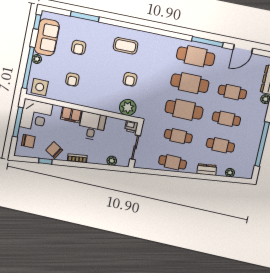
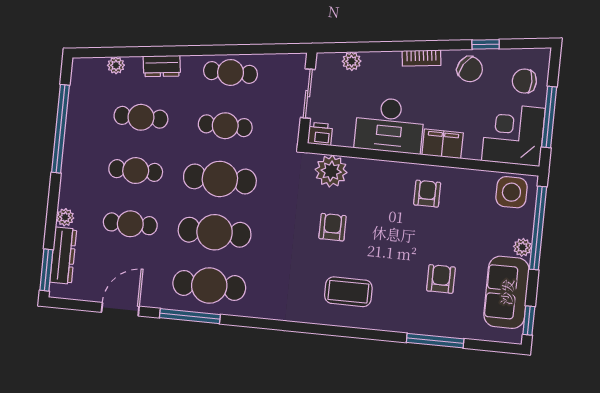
armchair: (72, 80) -> (427, 194), moved
desk: (92, 126) -> (389, 125), width x1.37

